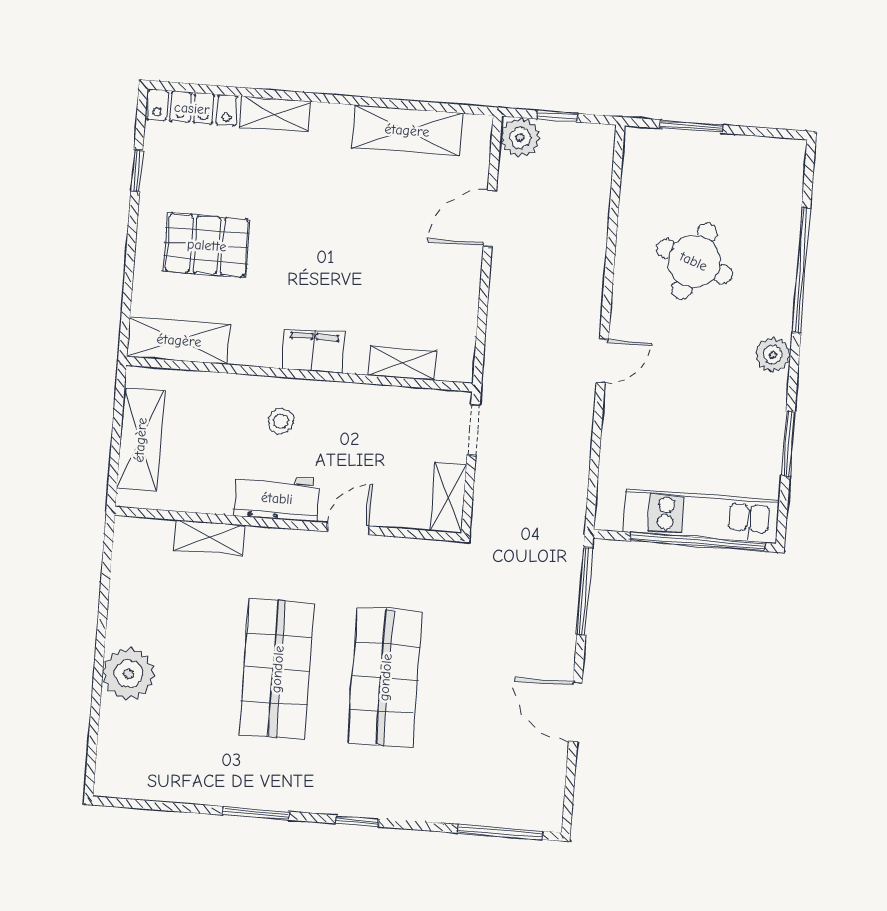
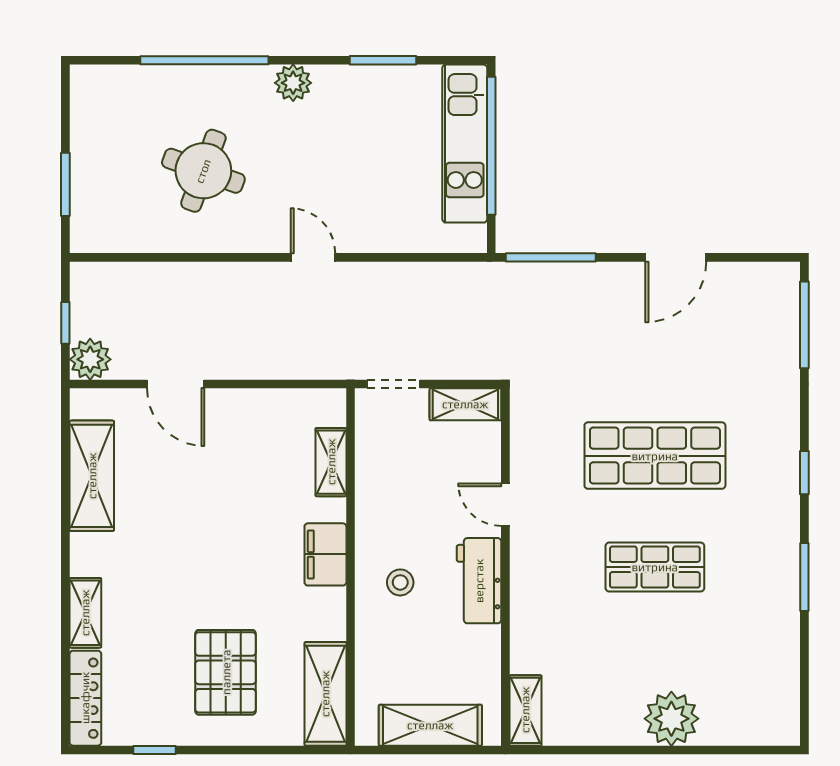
shelving: (209, 538) -> (525, 710), moved
shop shelf: (277, 669) -> (655, 567), width x0.70, depth x0.74

